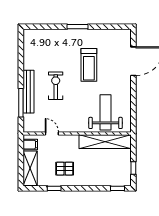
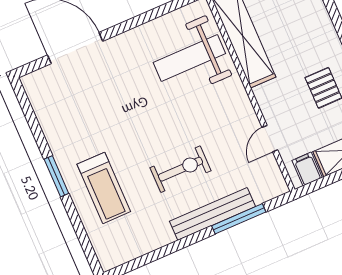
treadmill: (89, 65) -> (104, 188), moved, turned 90
exercise bike: (56, 86) -> (181, 169), turned 180

